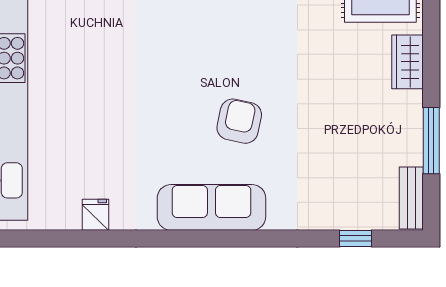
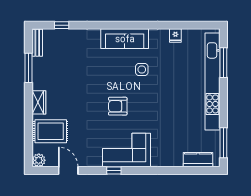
armchair: (239, 121) -> (118, 106), moved, turned 78
side table: (172, 137) -> (142, 69), added

